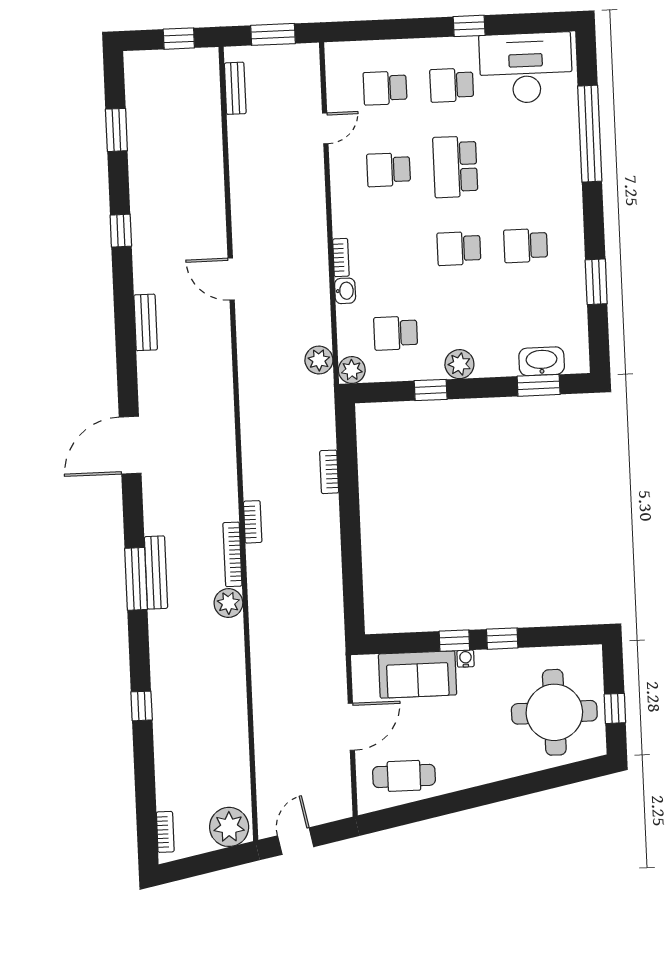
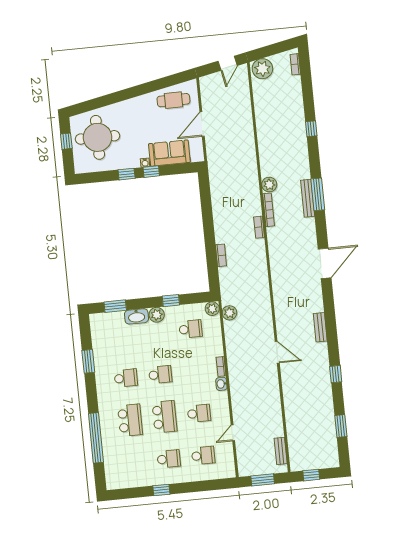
desk: (526, 68) -> (131, 470), removed
school desk: (522, 164) -> (130, 420), added
washbasin: (345, 291) -> (221, 384), moved
washbasin: (542, 361) -> (136, 316), moved

